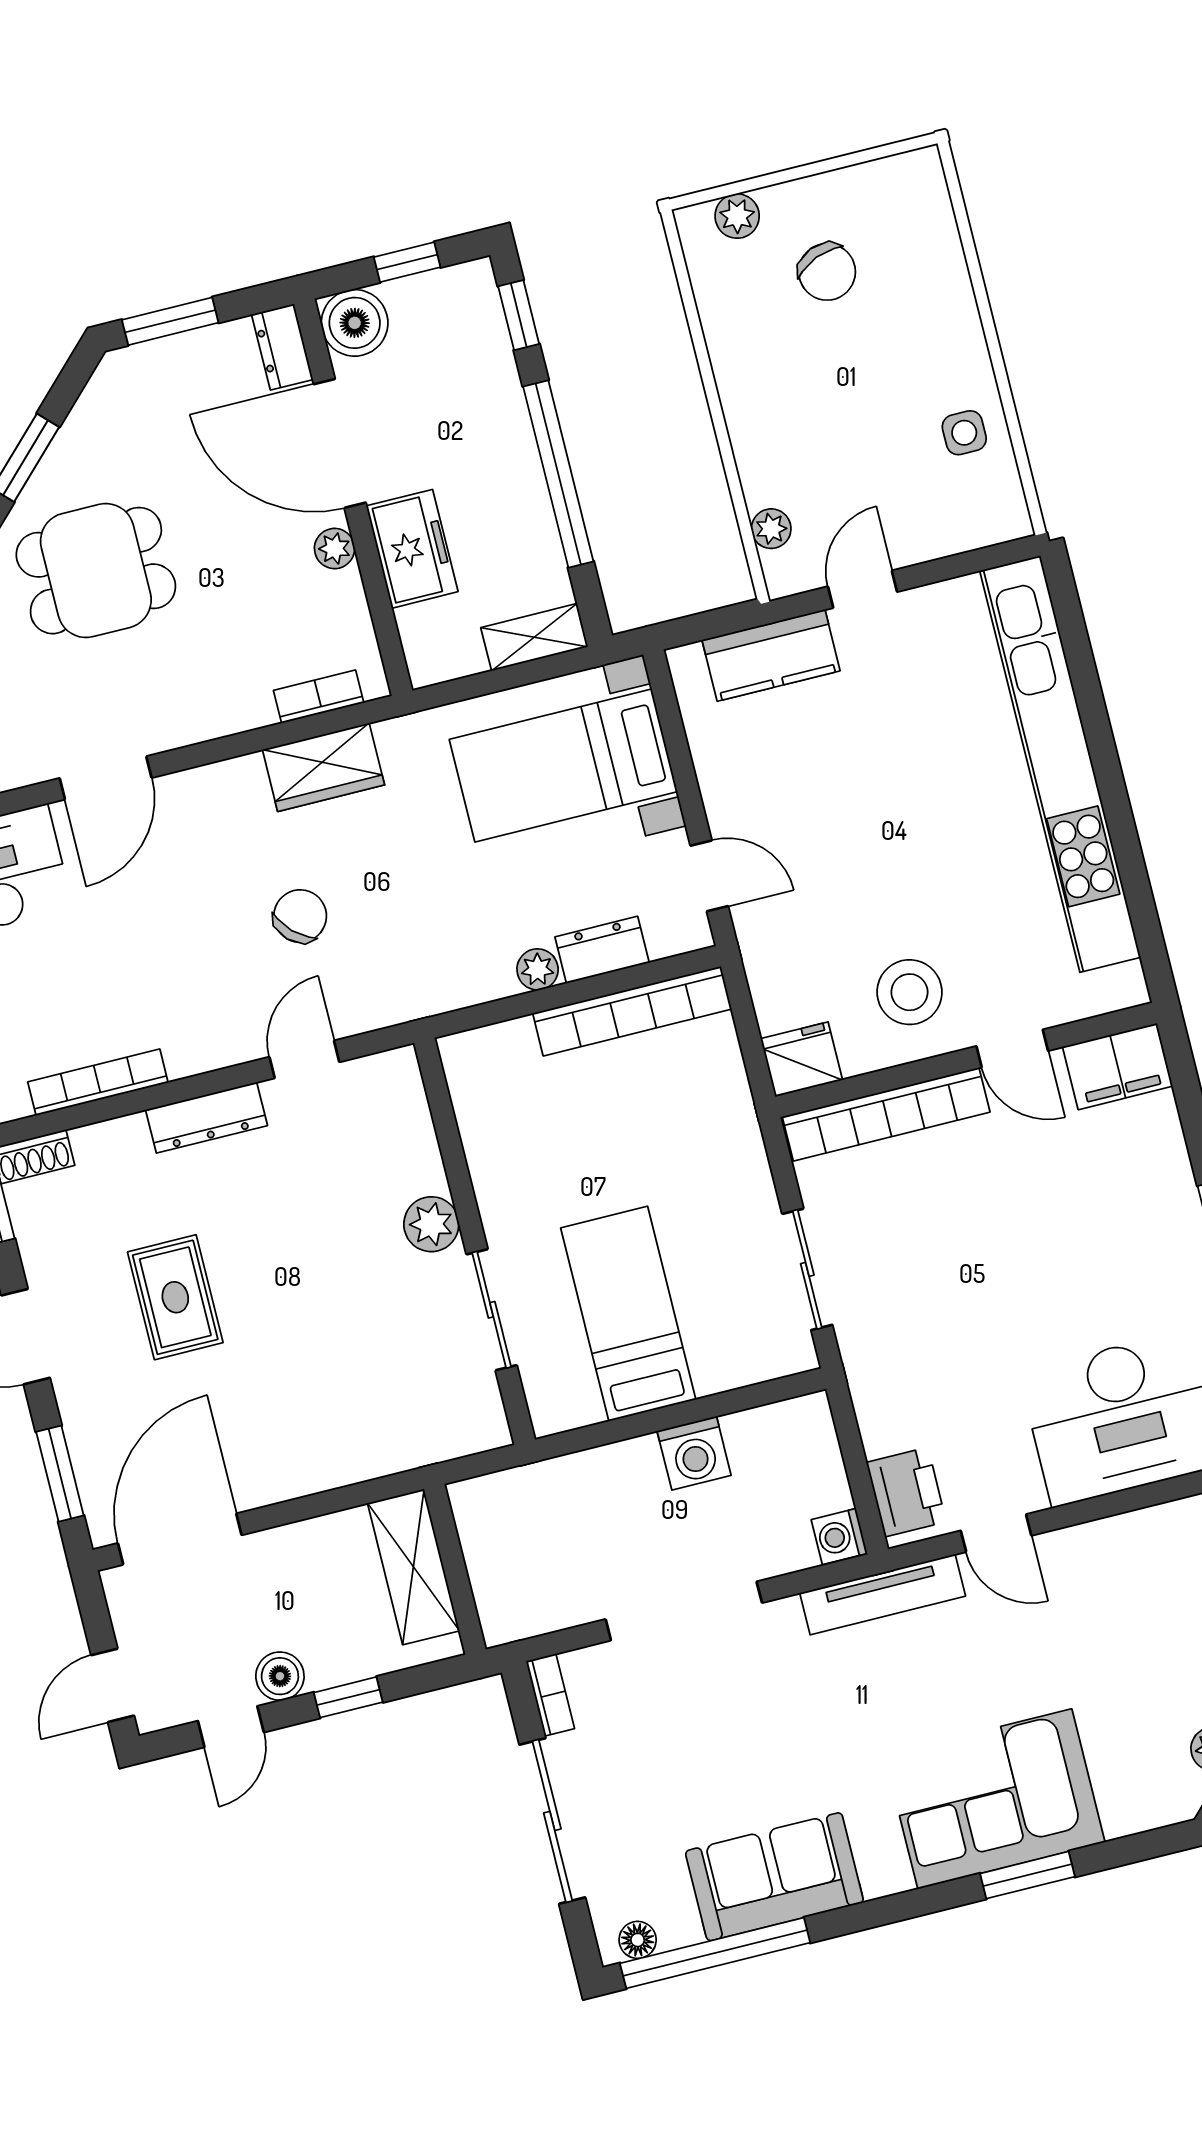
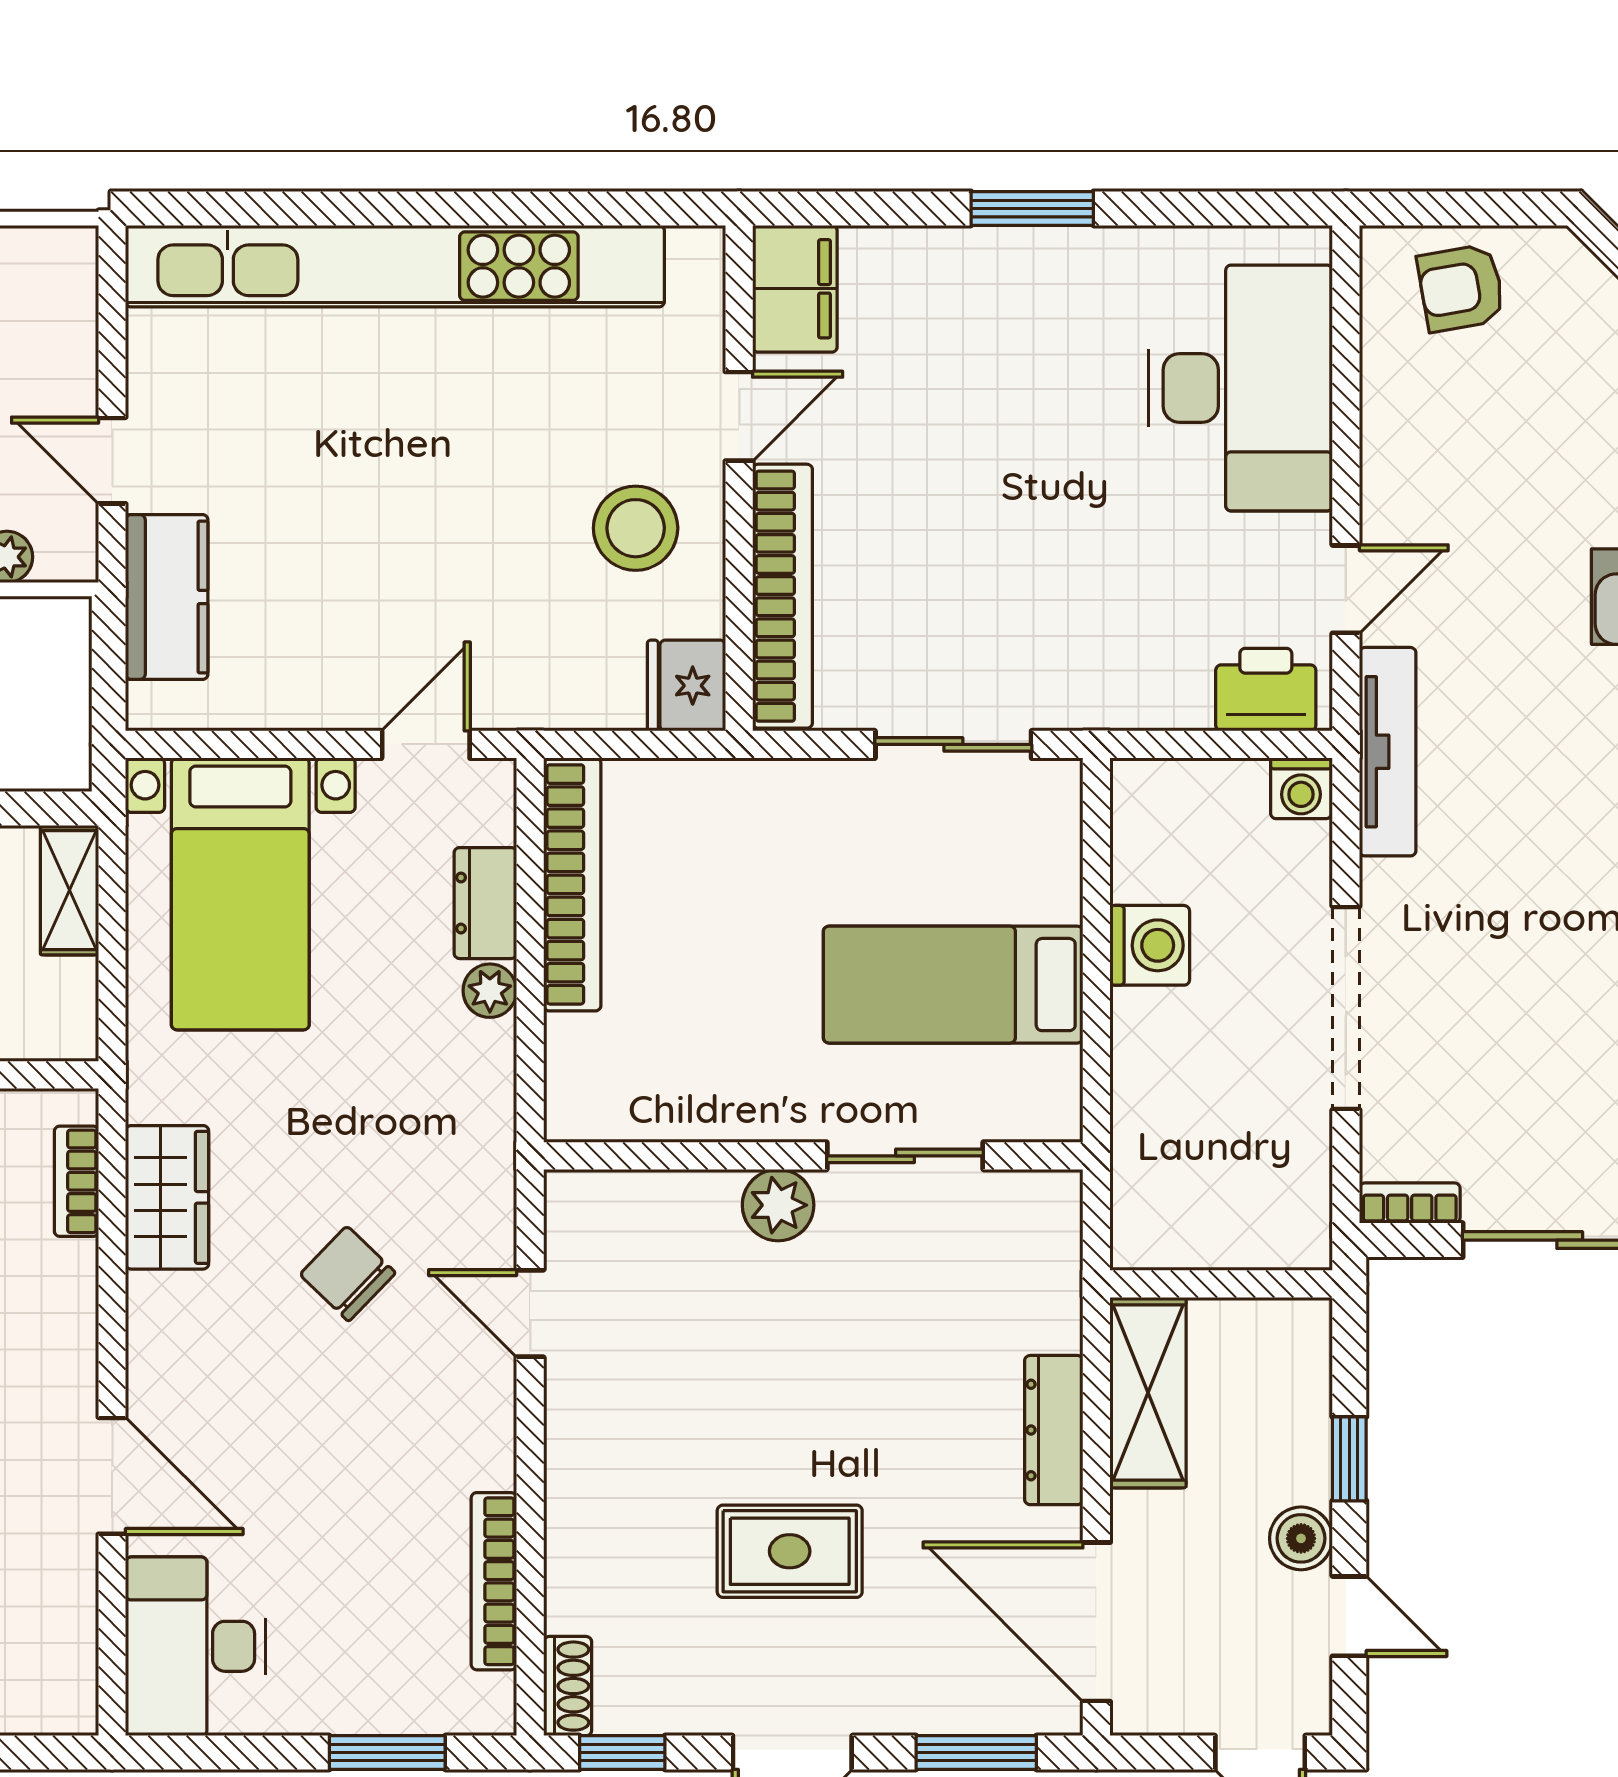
dresser: (207, 1118) -> (1054, 1430), moved, turned 180
shelving: (413, 1567) -> (1148, 1393), moved, turned 90

